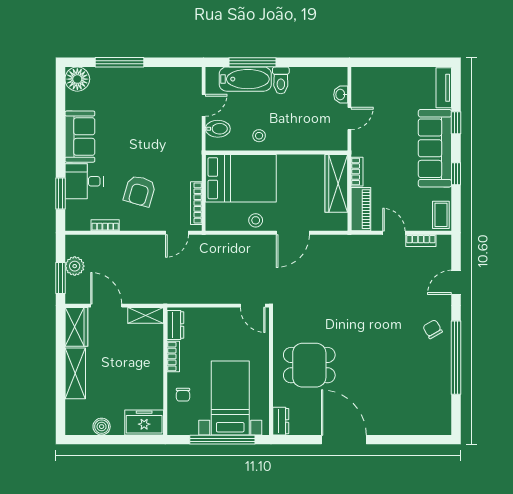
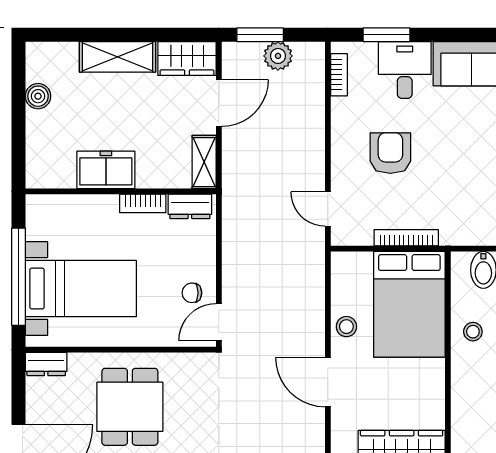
armchair: (140, 191) -> (390, 153), turned 74
bookcase: (196, 203) -> (406, 238), moved
bookcase: (105, 225) -> (339, 75), moved
chair: (183, 395) -> (192, 293), moved
freezer: (144, 422) -> (106, 170), moved, turned -90

